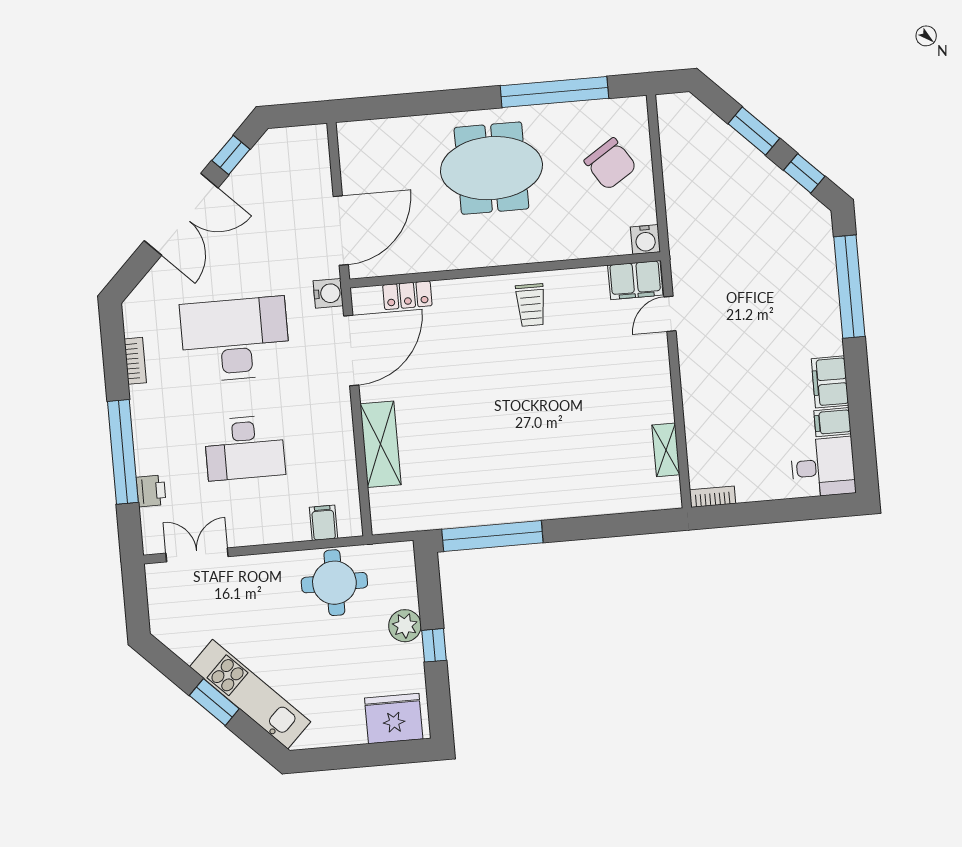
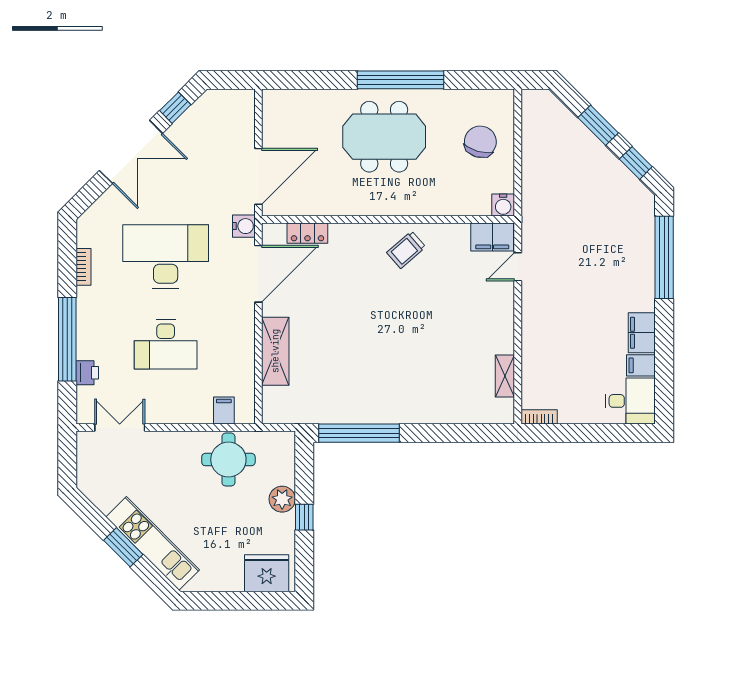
window: (554, 92) -> (400, 80), moved
chair: (610, 164) -> (480, 142), turned -131
trolley: (531, 305) -> (406, 250), turned 49

